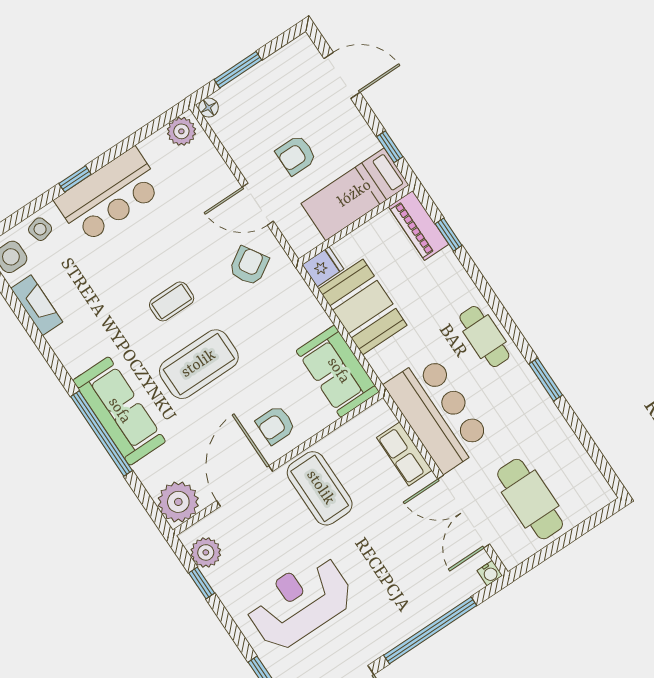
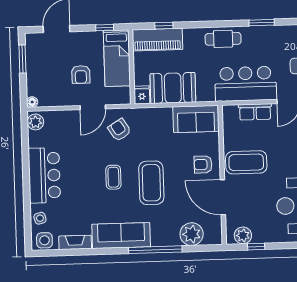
window: (238, 70) -> (22, 59), moved
window: (75, 179) -> (26, 187), removed
piano: (419, 226) -> (157, 40), width x1.37, depth x1.33
sofa: (119, 411) -> (121, 236), moved
armchair: (276, 425) -> (203, 164), turned 90
plant: (178, 502) -> (192, 234), moved

